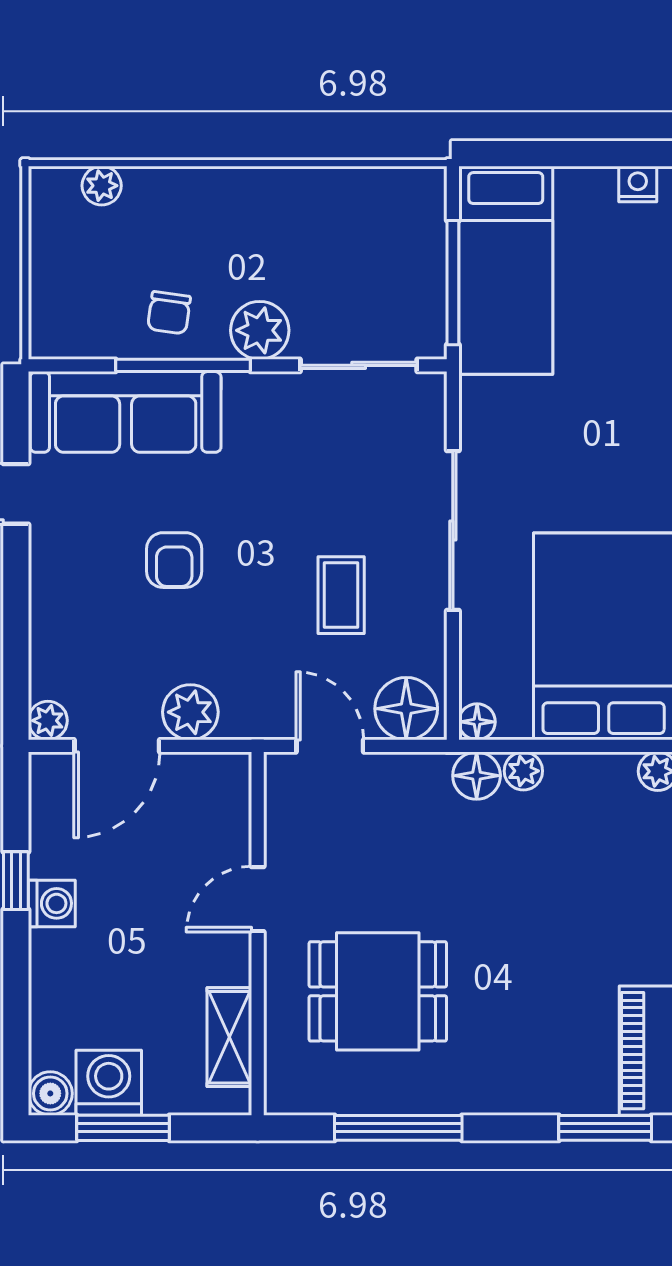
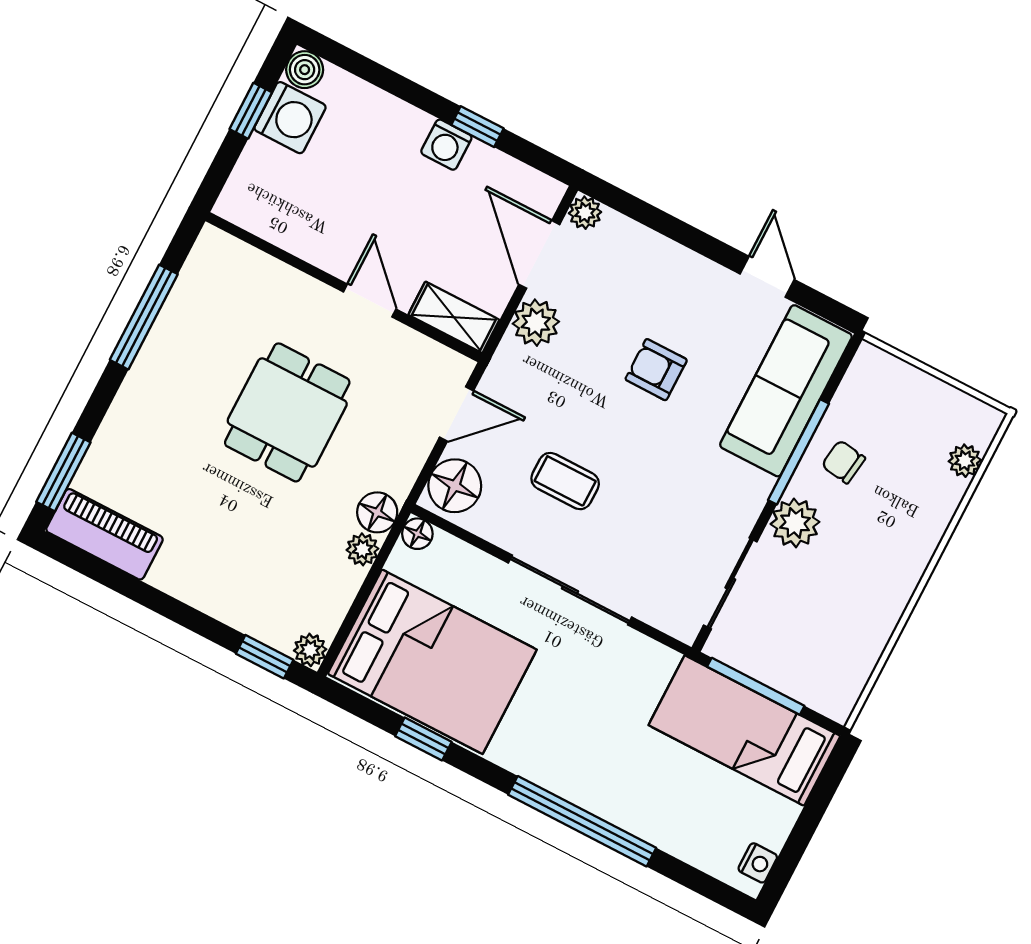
dining table: (378, 991) -> (287, 412), moved
shelving: (229, 1037) -> (454, 317), moved
window: (123, 1128) -> (251, 111), width x0.67

